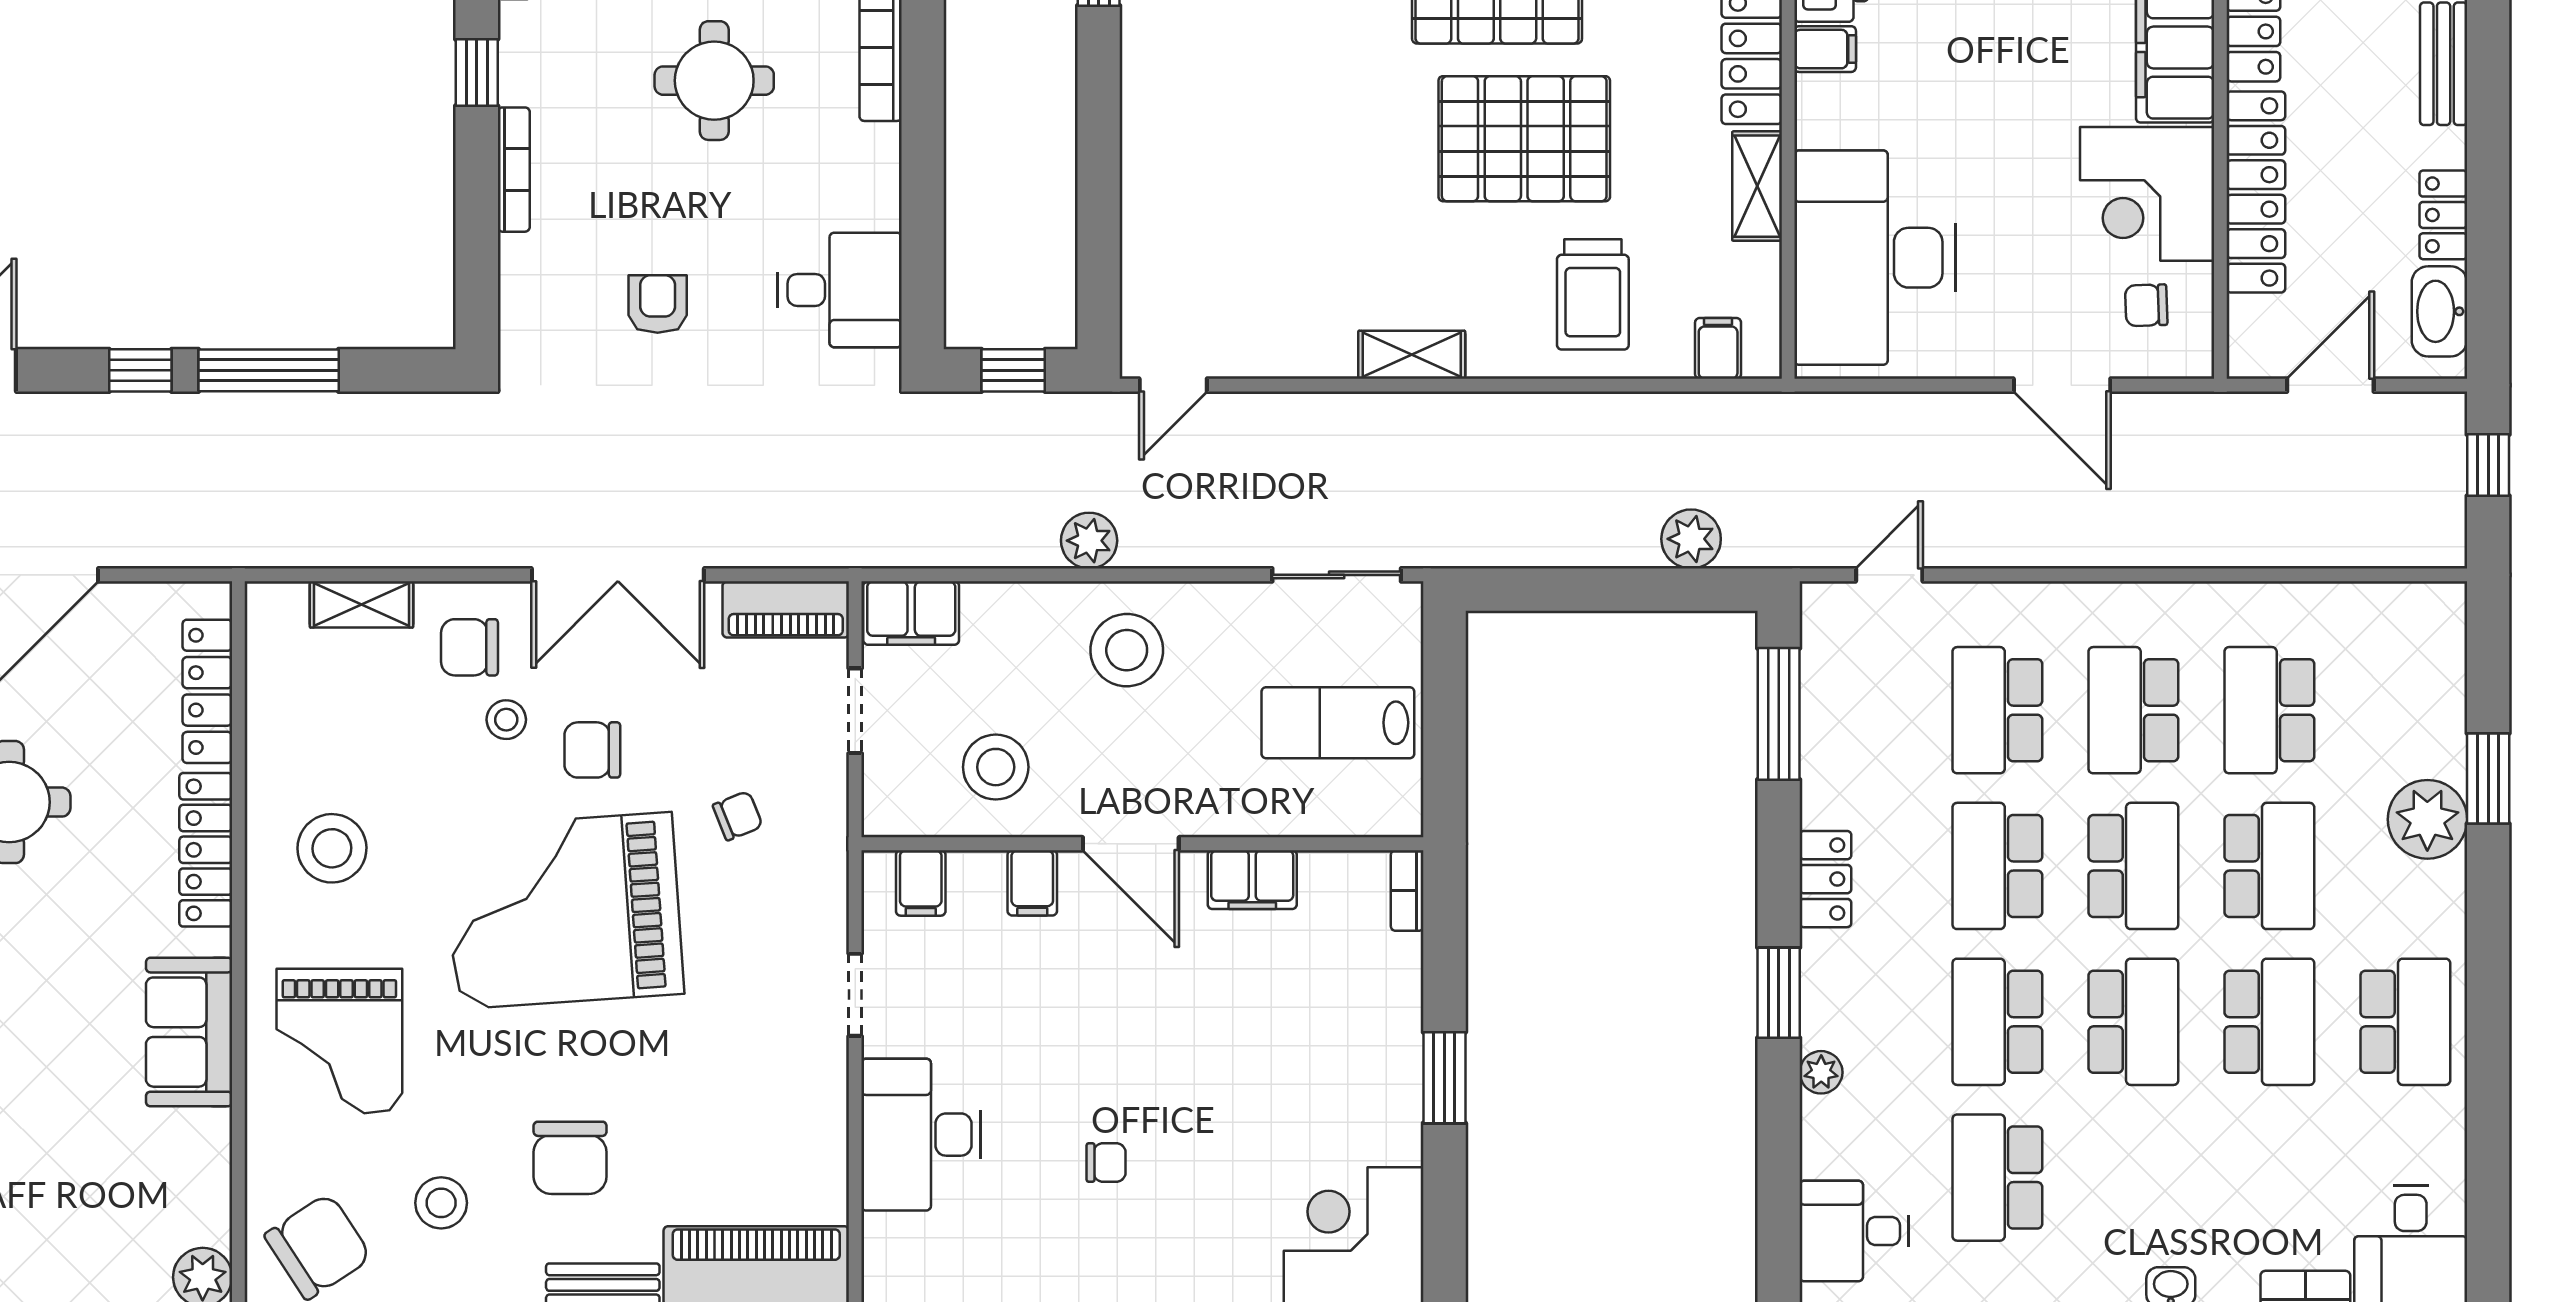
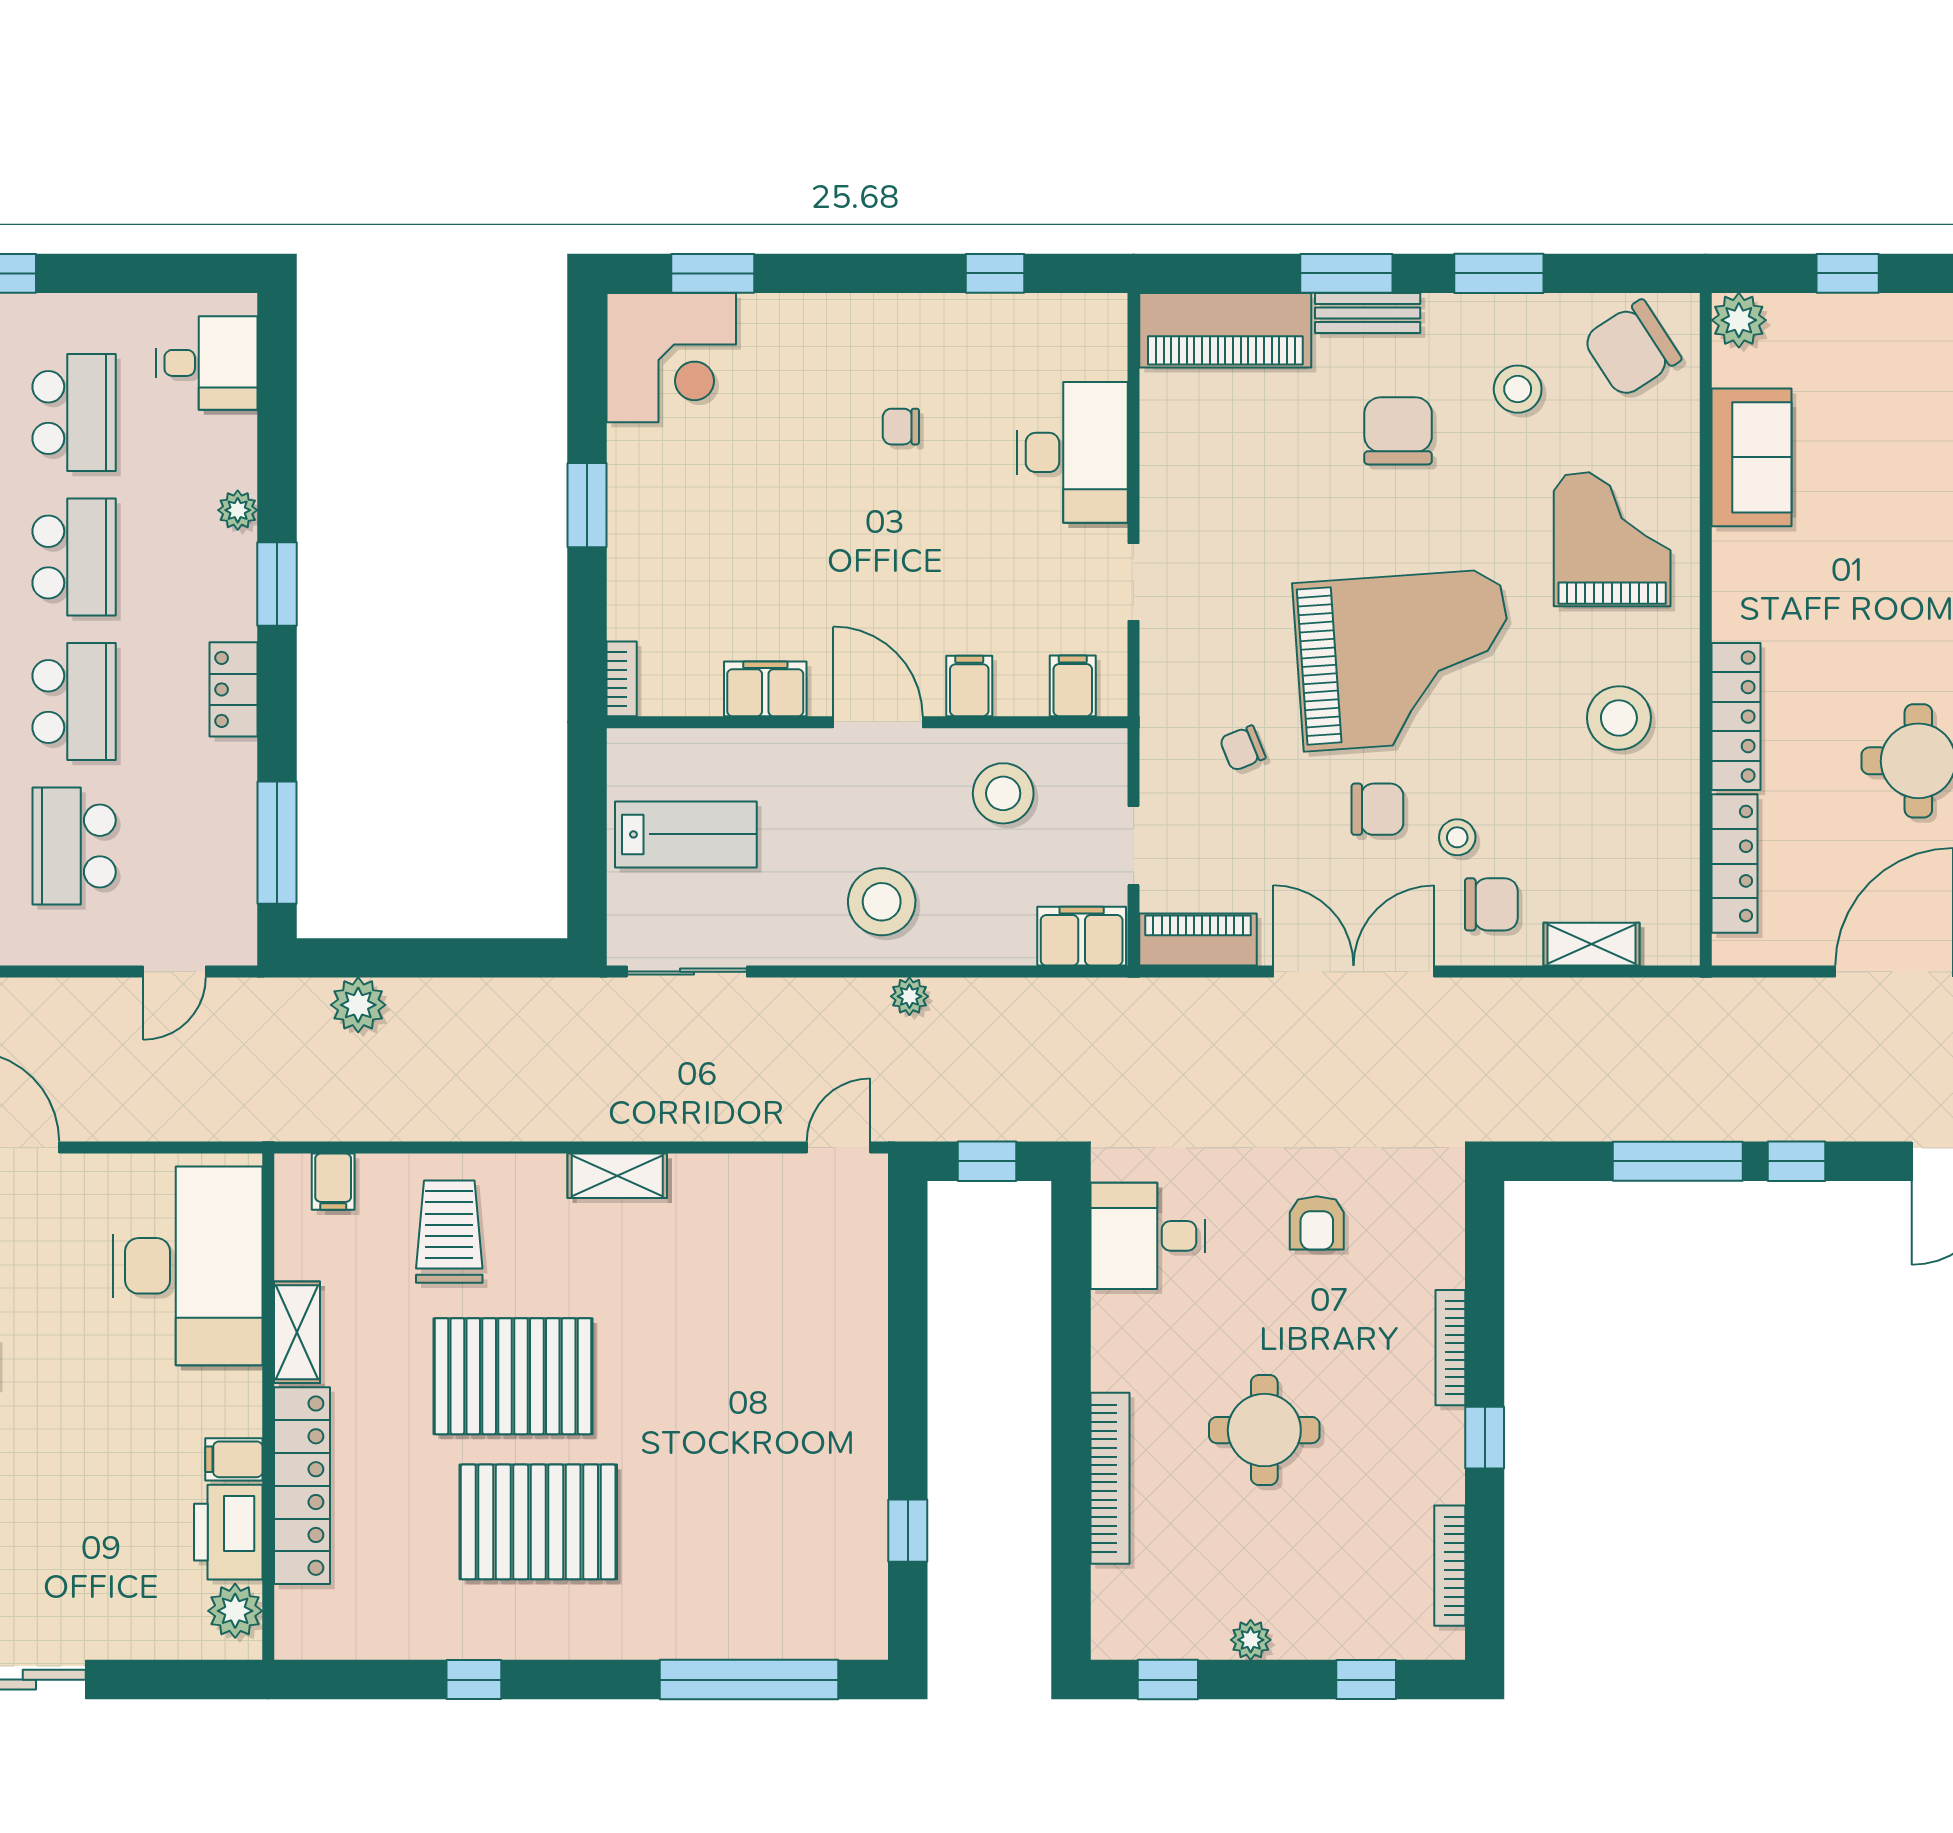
plant: (1089, 541) -> (909, 996), width x0.73, depth x0.73
school desk: (1997, 710) -> (74, 846), turned 180
sofa: (189, 1032) -> (1751, 457), moved

